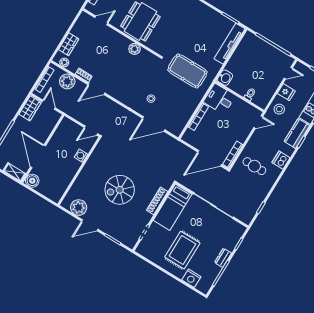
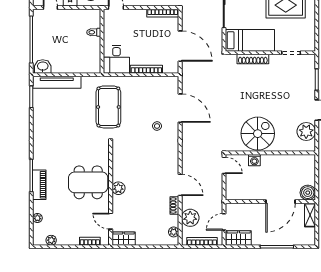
wardrobe: (69, 44) -> (124, 239), moved
plant: (135, 49) -> (118, 188), moved
washbasin: (225, 78) -> (43, 66), moved
door: (210, 158) -> (180, 46), moved
spiral stairs: (120, 190) -> (258, 134), moved, turned -90

